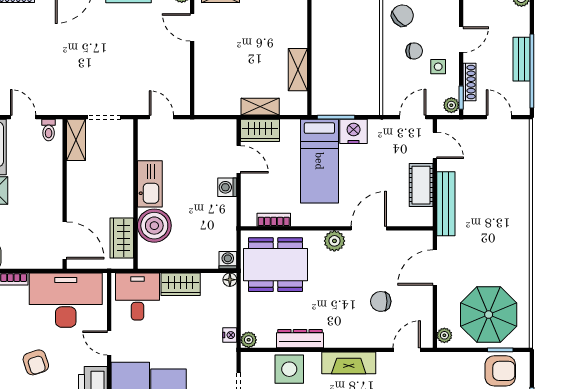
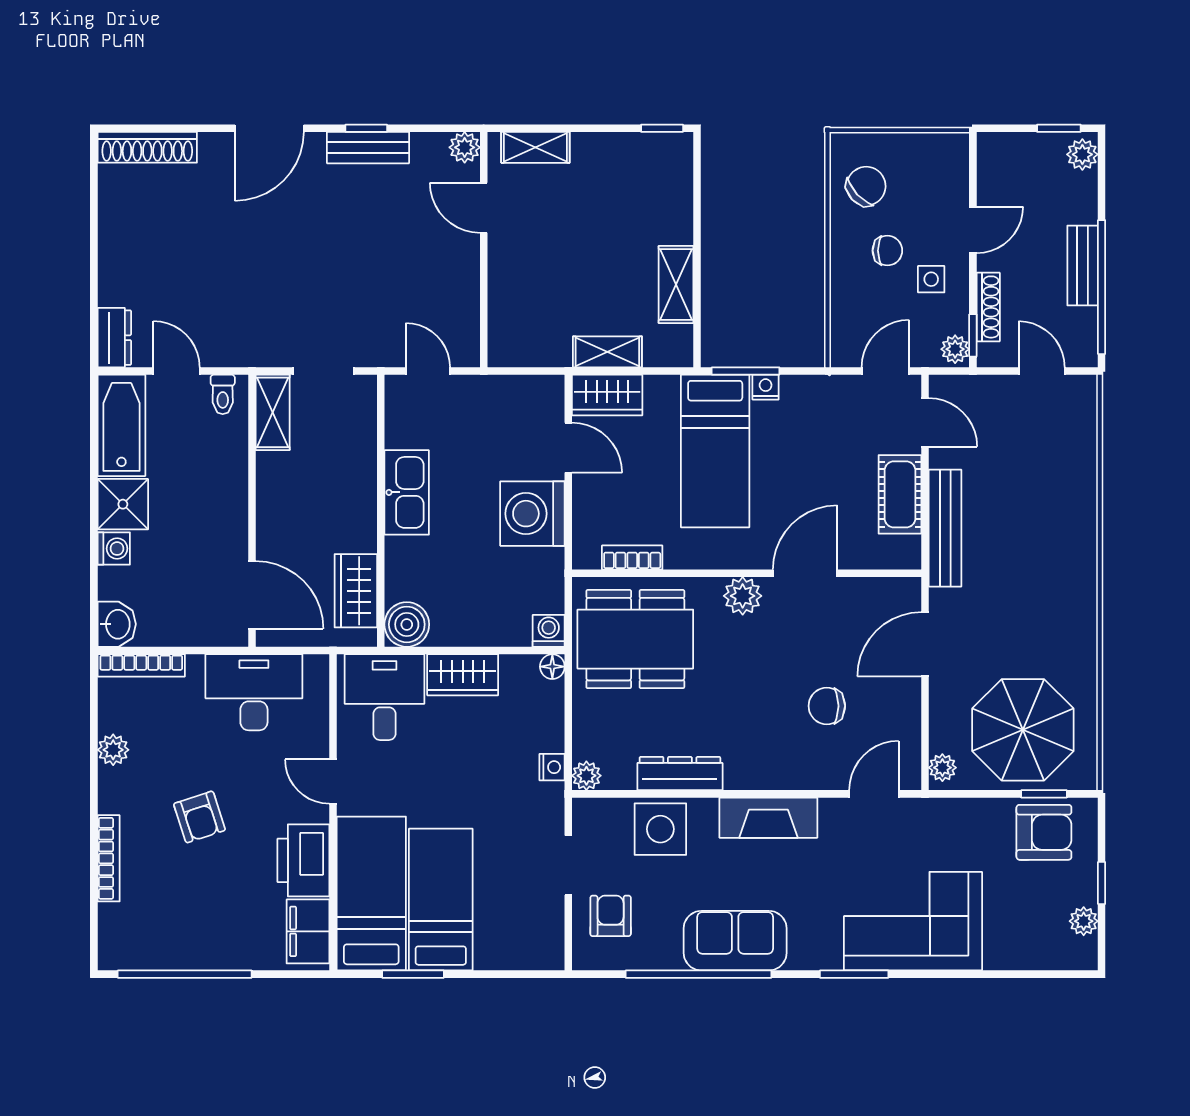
nightstand: (354, 131) -> (766, 387), width x0.53, depth x0.56
washing machine: (227, 187) -> (532, 514), width x1.89, depth x1.89
boiler: (154, 226) -> (407, 624), moved, width x0.73, depth x0.73
desk: (66, 300) -> (254, 692), width x0.73, depth x0.77

